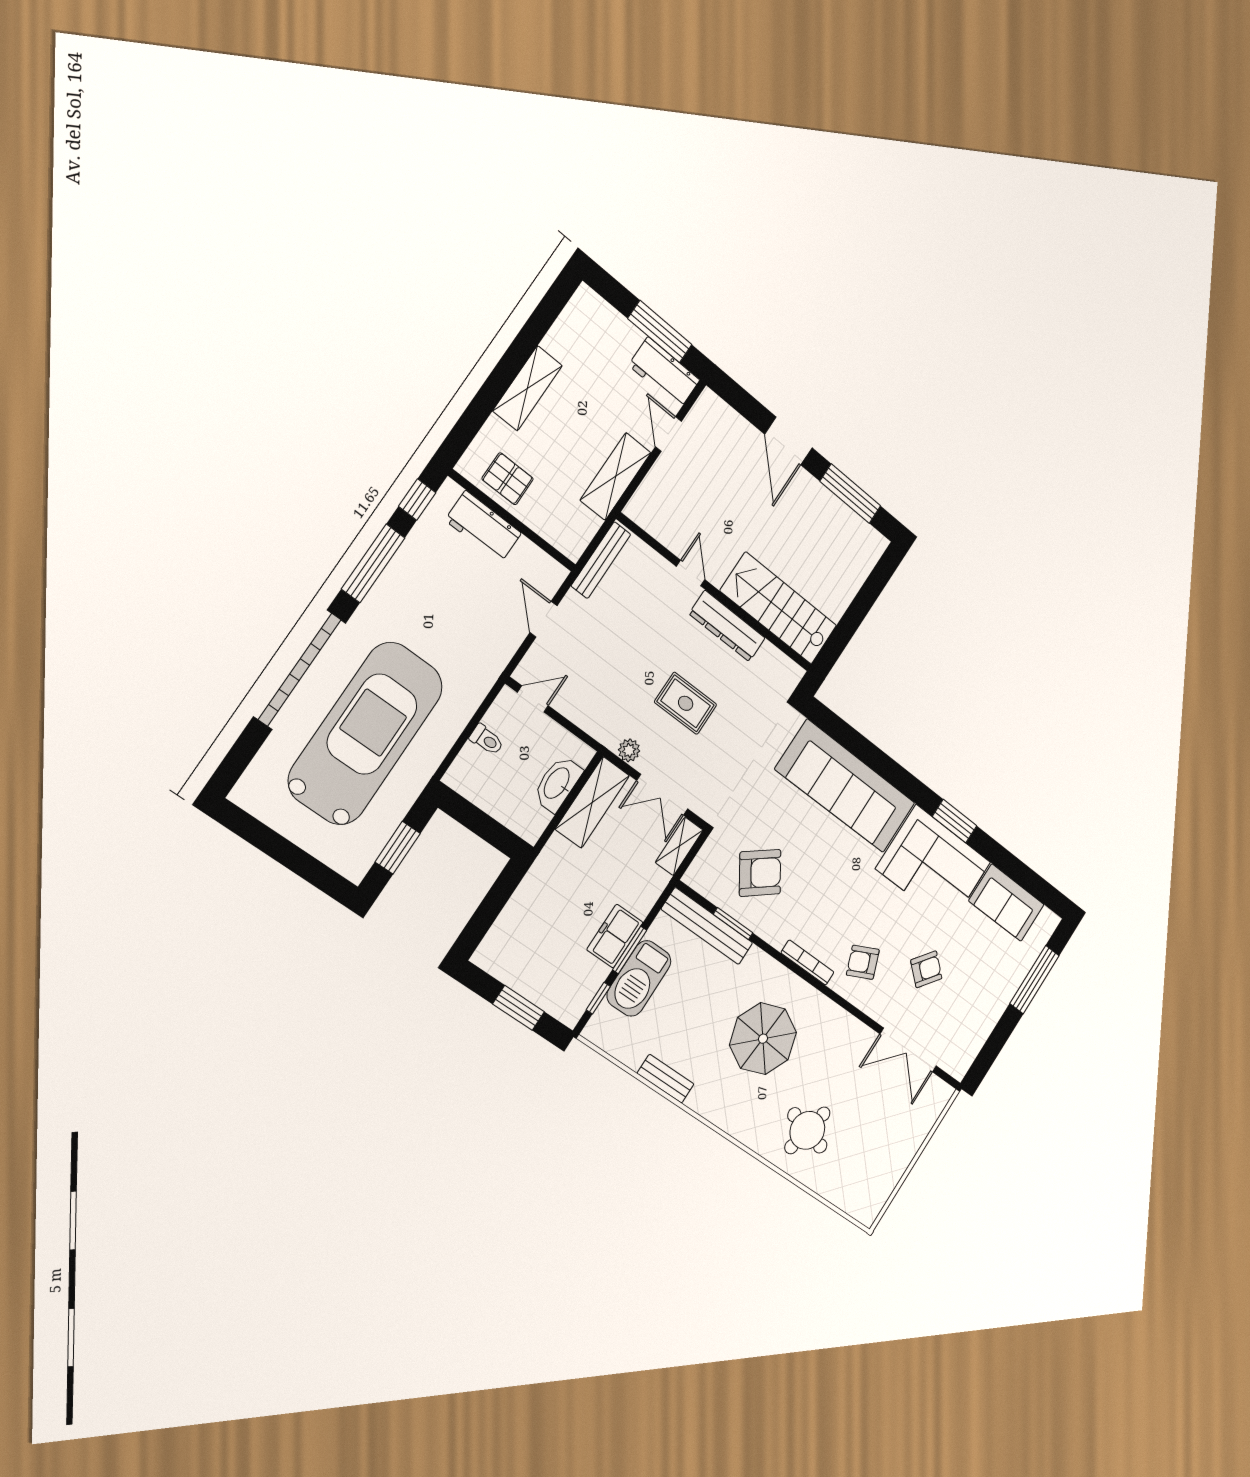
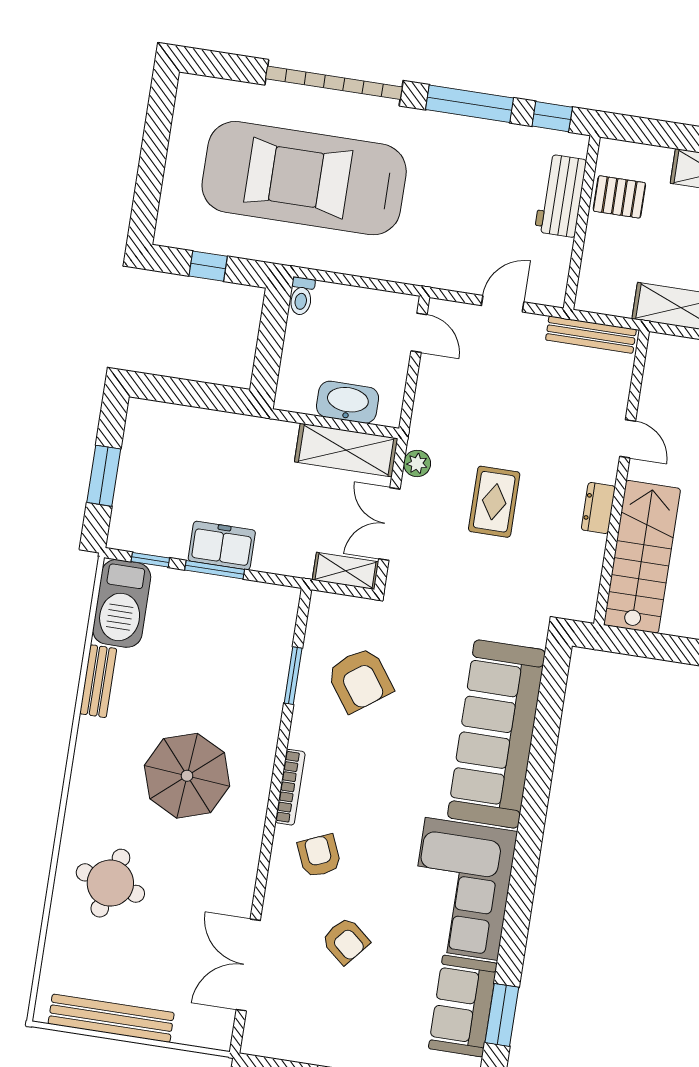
pallet: (508, 479) -> (619, 197), turned 90
door: (691, 573) -> (628, 439), hinge flipped
dresser: (727, 626) -> (598, 508), width x0.51, depth x0.80
car: (366, 733) -> (304, 178), turned 180
toilet: (487, 740) -> (302, 296), moved
window: (955, 821) -> (502, 1015), moved
window: (398, 848) -> (208, 266), width x0.67
bench: (707, 926) -> (111, 1018), moved, turned 90
barbecue: (639, 978) -> (122, 603), moved, turned -90

